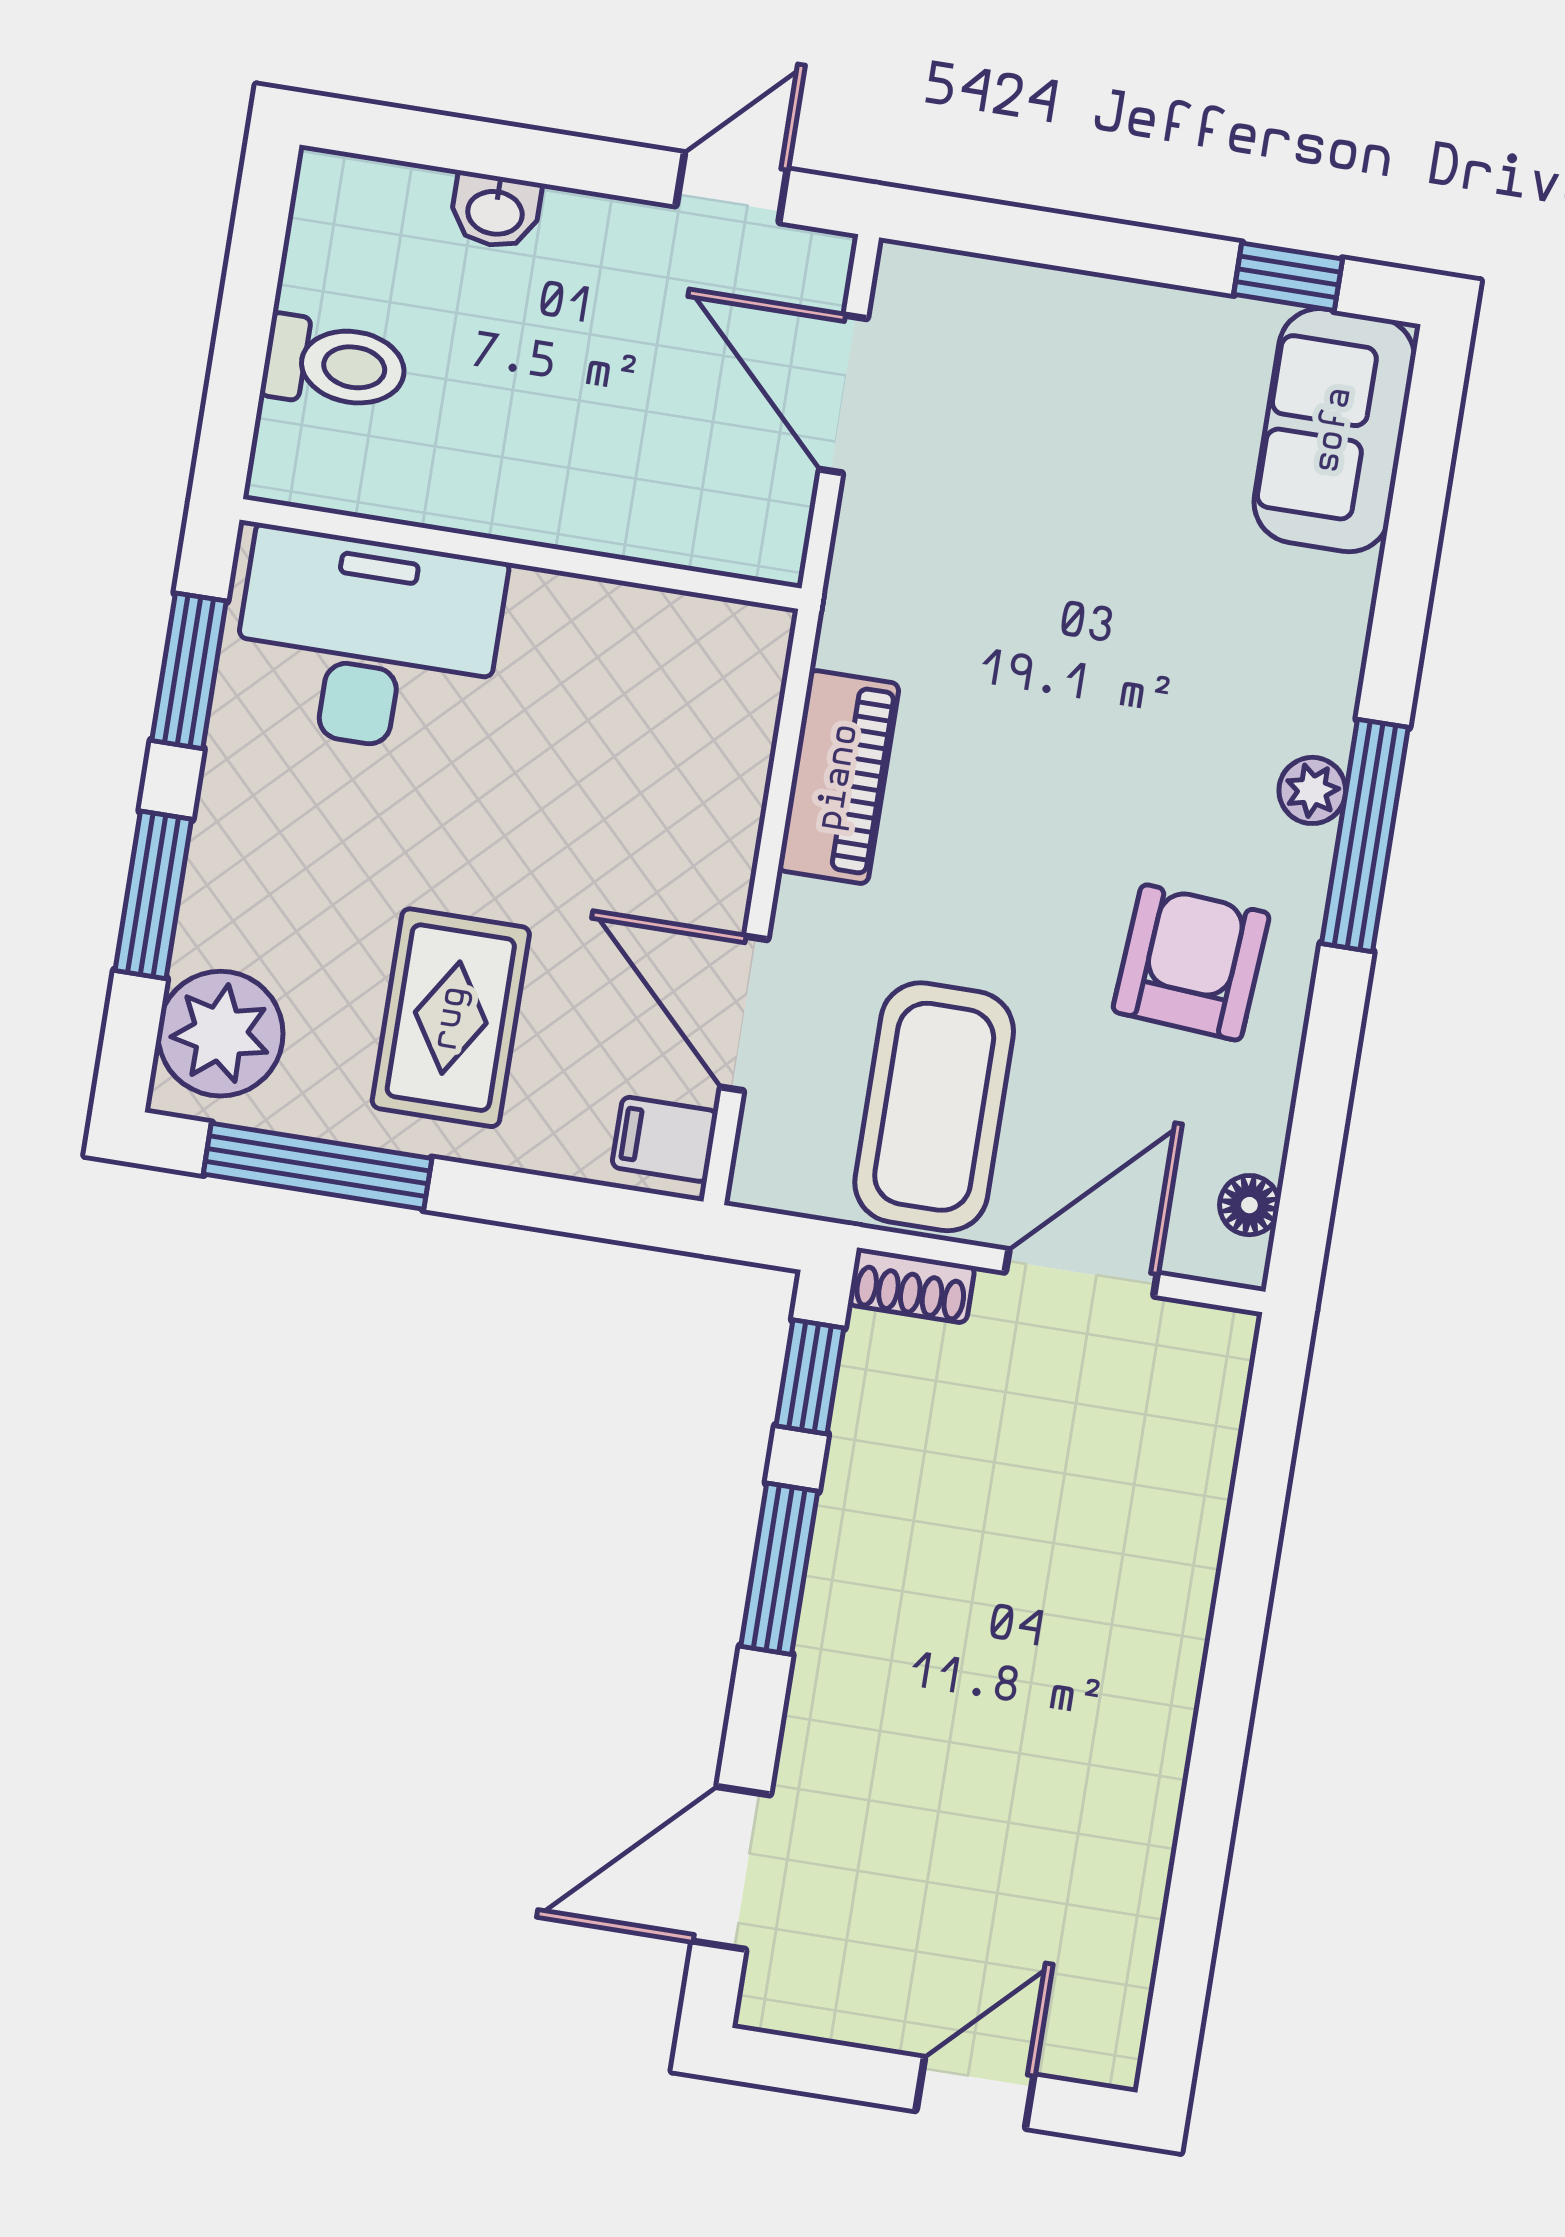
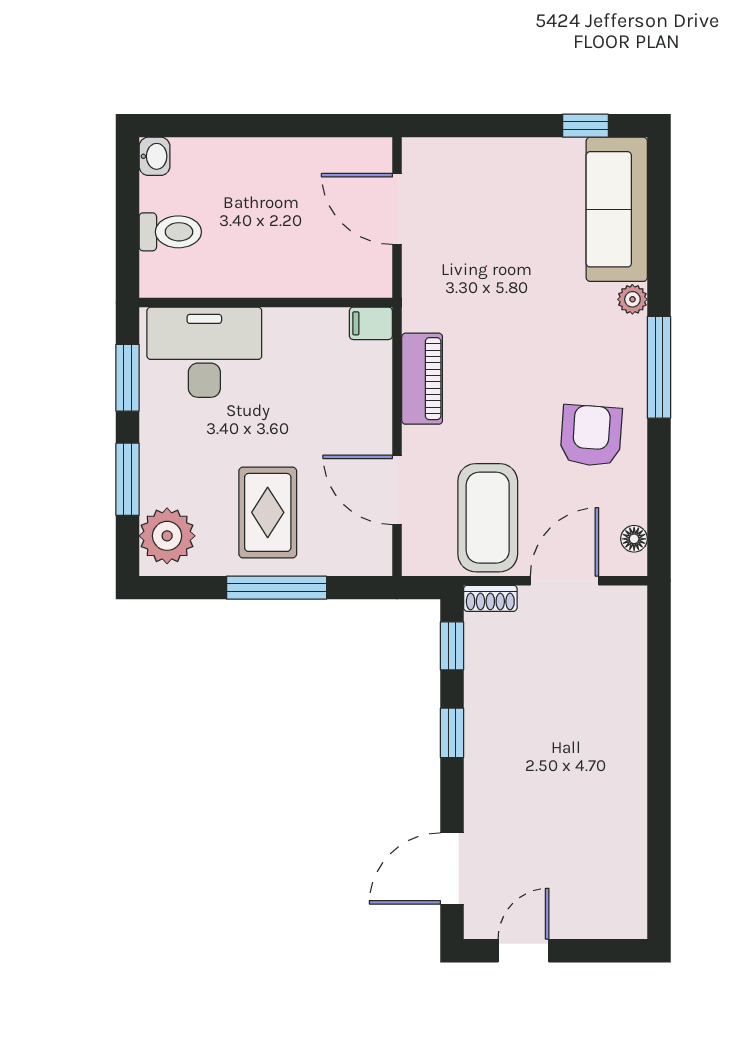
door: (732, 188) -> (333, 126), removed
washbasin: (495, 211) -> (154, 156), moved, turned -90
sofa: (1334, 430) -> (617, 209), width x1.36
plant: (1312, 790) -> (632, 299), moved
filing cabinet: (665, 1139) -> (371, 323), moved
window: (318, 1166) -> (277, 588), moved
window: (779, 1569) -> (452, 733), width x0.67
door: (975, 2093) -> (524, 951), moved

